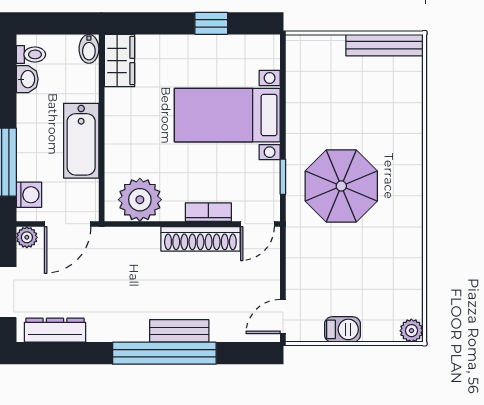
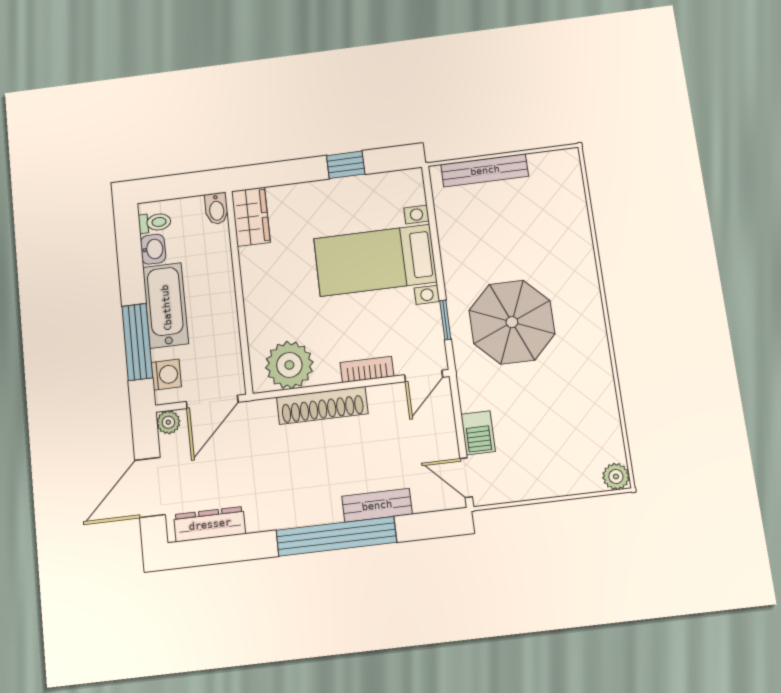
bench: (384, 45) -> (485, 170), moved
bathtub: (81, 141) -> (166, 305), moved, turned 180
shoe rack: (200, 239) -> (322, 405), moved
door: (283, 317) -> (466, 478), hinge flipped
barbecue: (342, 329) -> (478, 433), moved, turned 90
bench: (179, 331) -> (377, 505), moved

